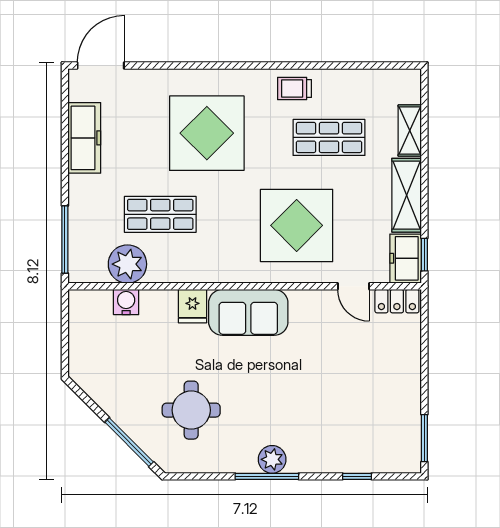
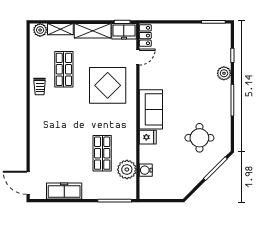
plant: (408, 90) -> (40, 30), added
display table: (207, 133) -> (62, 130), removed
plant: (272, 459) -> (224, 73), moved

